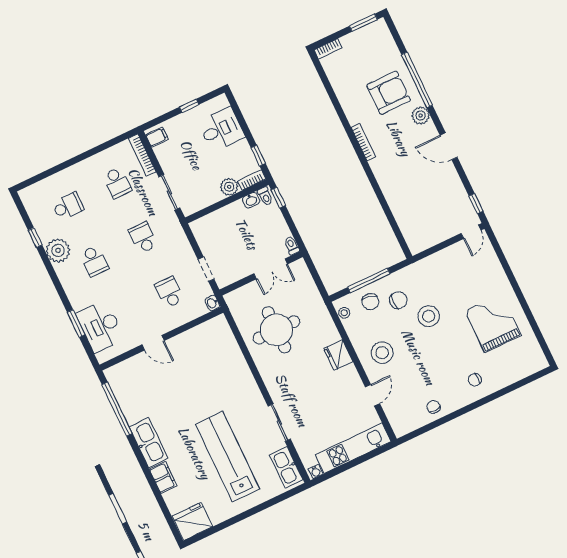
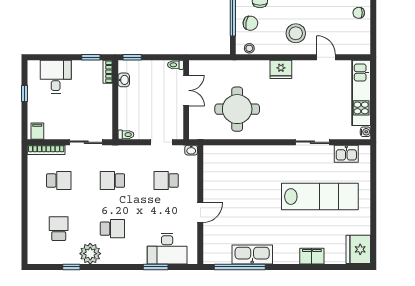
plant: (229, 187) -> (105, 92), removed
toilet: (265, 196) -> (126, 135), moved
kitchen sink: (149, 443) -> (252, 254), moved
lab bench: (228, 457) -> (320, 197), turned 180
kitchen sink: (286, 467) -> (346, 154), width x0.73

